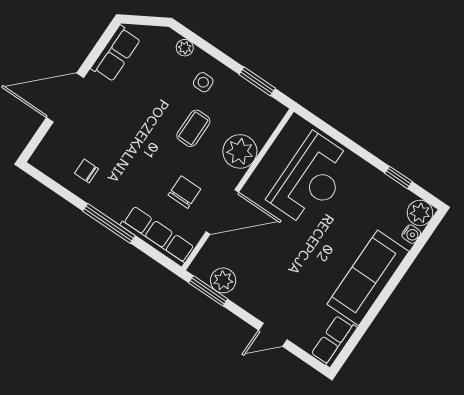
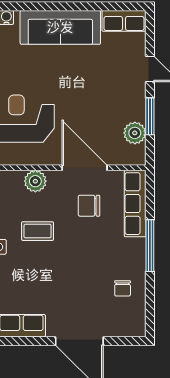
plant: (240, 151) -> (35, 181), width x0.73, depth x0.73
window: (208, 291) -> (150, 116), moved

